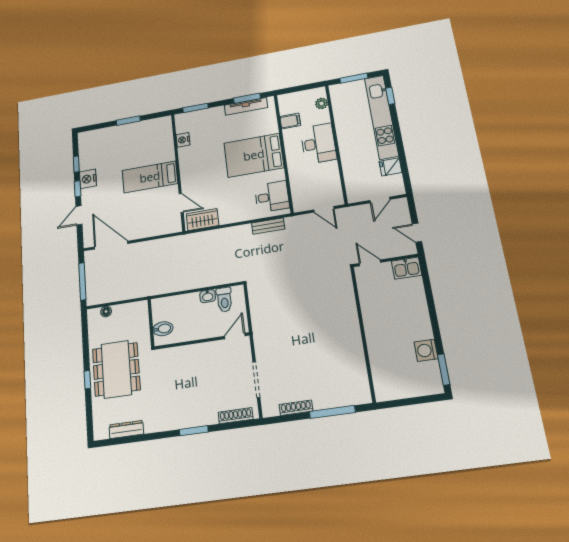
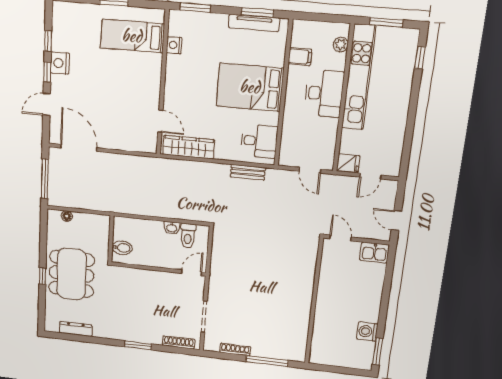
kitchen unit: (381, 117) -> (359, 77), moved, turned 180
fridge: (391, 167) -> (348, 163), moved, turned 180
bed: (150, 177) -> (132, 36), moved
wardrobe: (202, 220) -> (189, 147), width x1.50

